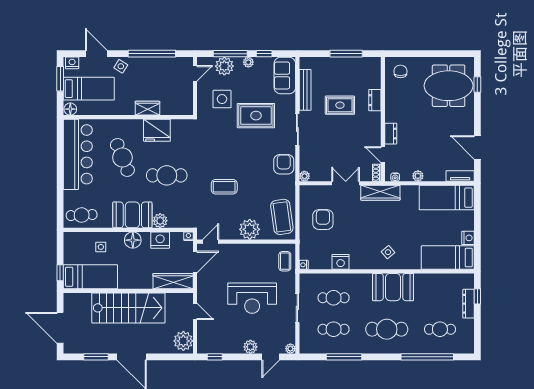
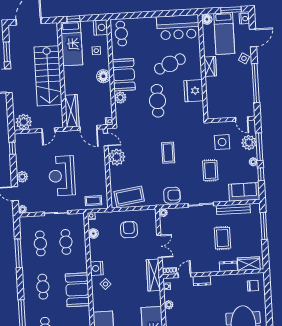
window: (346, 54) -> (264, 226), moved
wardrobe: (373, 75) -> (249, 264), added
wardrobe: (147, 108) -> (210, 66), moved
rug: (256, 116) -> (210, 170), width x0.73, depth x0.70
bar counter: (78, 154) -> (178, 27), width x0.73
coffee table: (224, 187) -> (168, 153), moved
armchair: (323, 220) -> (129, 230), turned -90
plant: (250, 229) -> (117, 157), moved
nightstand: (160, 240) -> (101, 27), moved
nightstand: (341, 262) -> (97, 268), moved
floor lamp: (325, 263) -> (93, 234), added
cafe table: (387, 329) -> (43, 287), width x0.73, depth x0.74

